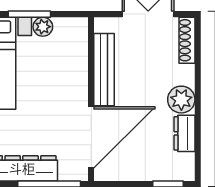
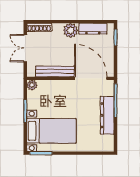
plant: (43, 27) -> (32, 85), moved
dresser: (185, 133) -> (93, 29), width x1.44

